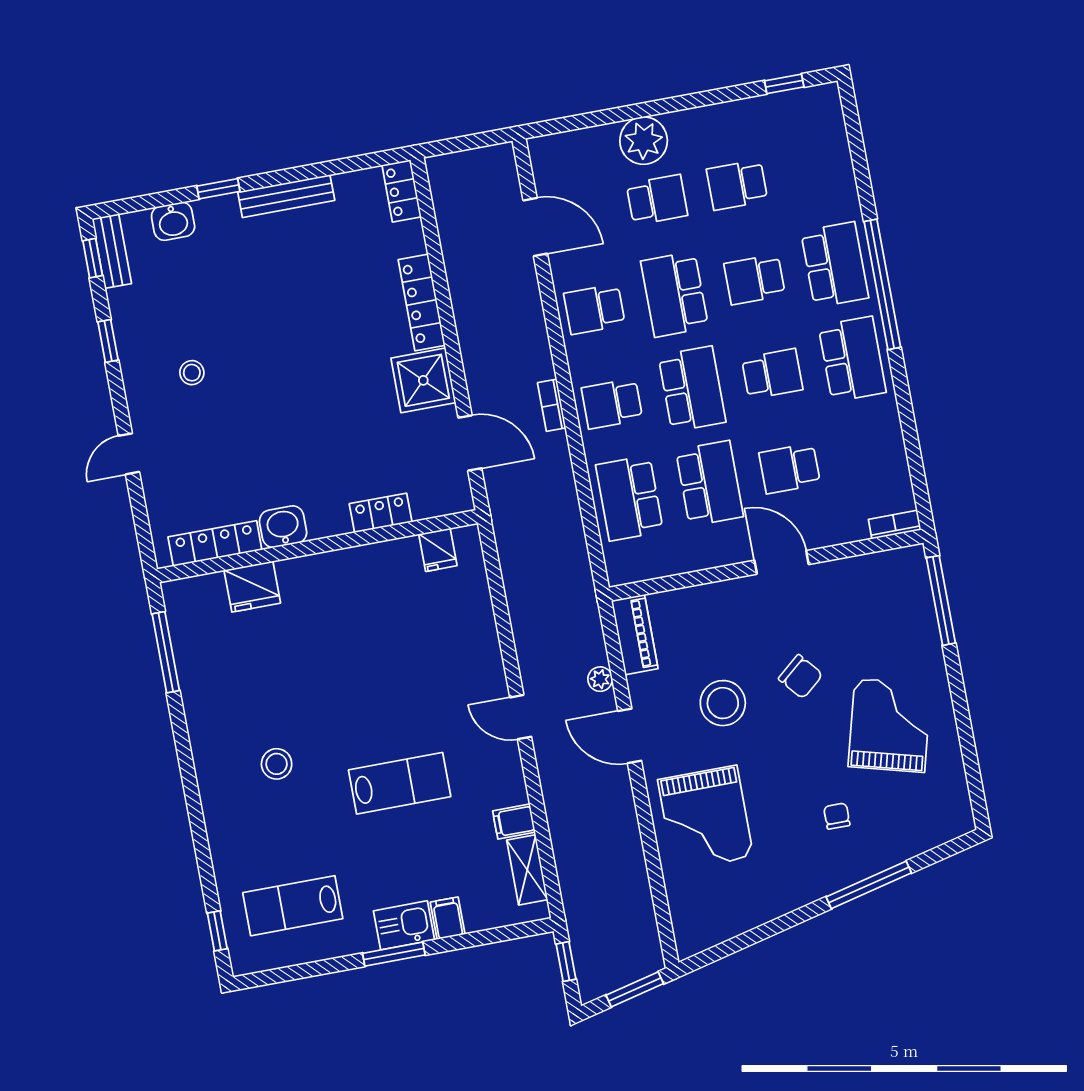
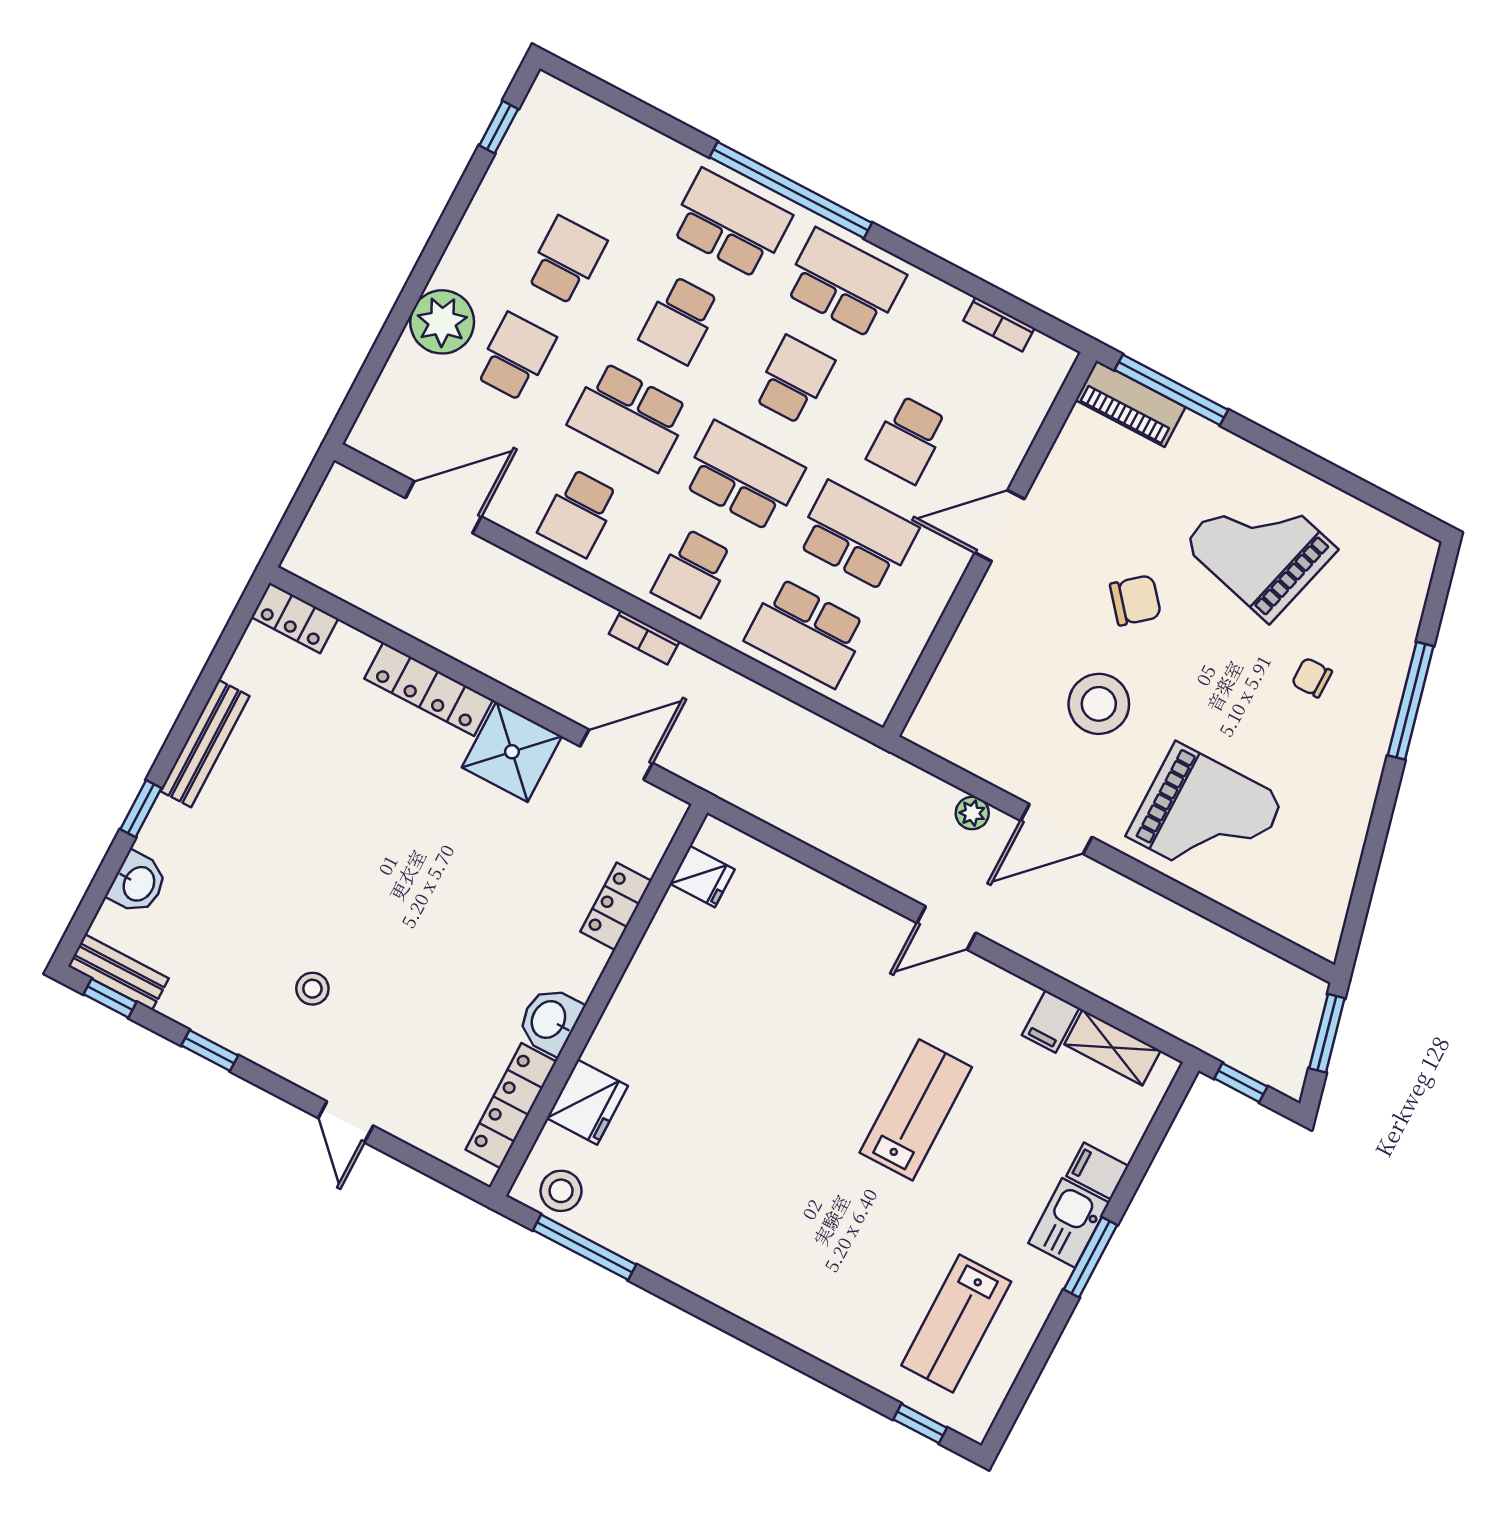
school desk: (737, 185) -> (566, 260), turned 180
bookcase: (895, 525) -> (999, 324), moved, turned -90
piano: (635, 635) -> (1131, 404), moved, turned 180
stool: (277, 764) -> (561, 1191), moved

